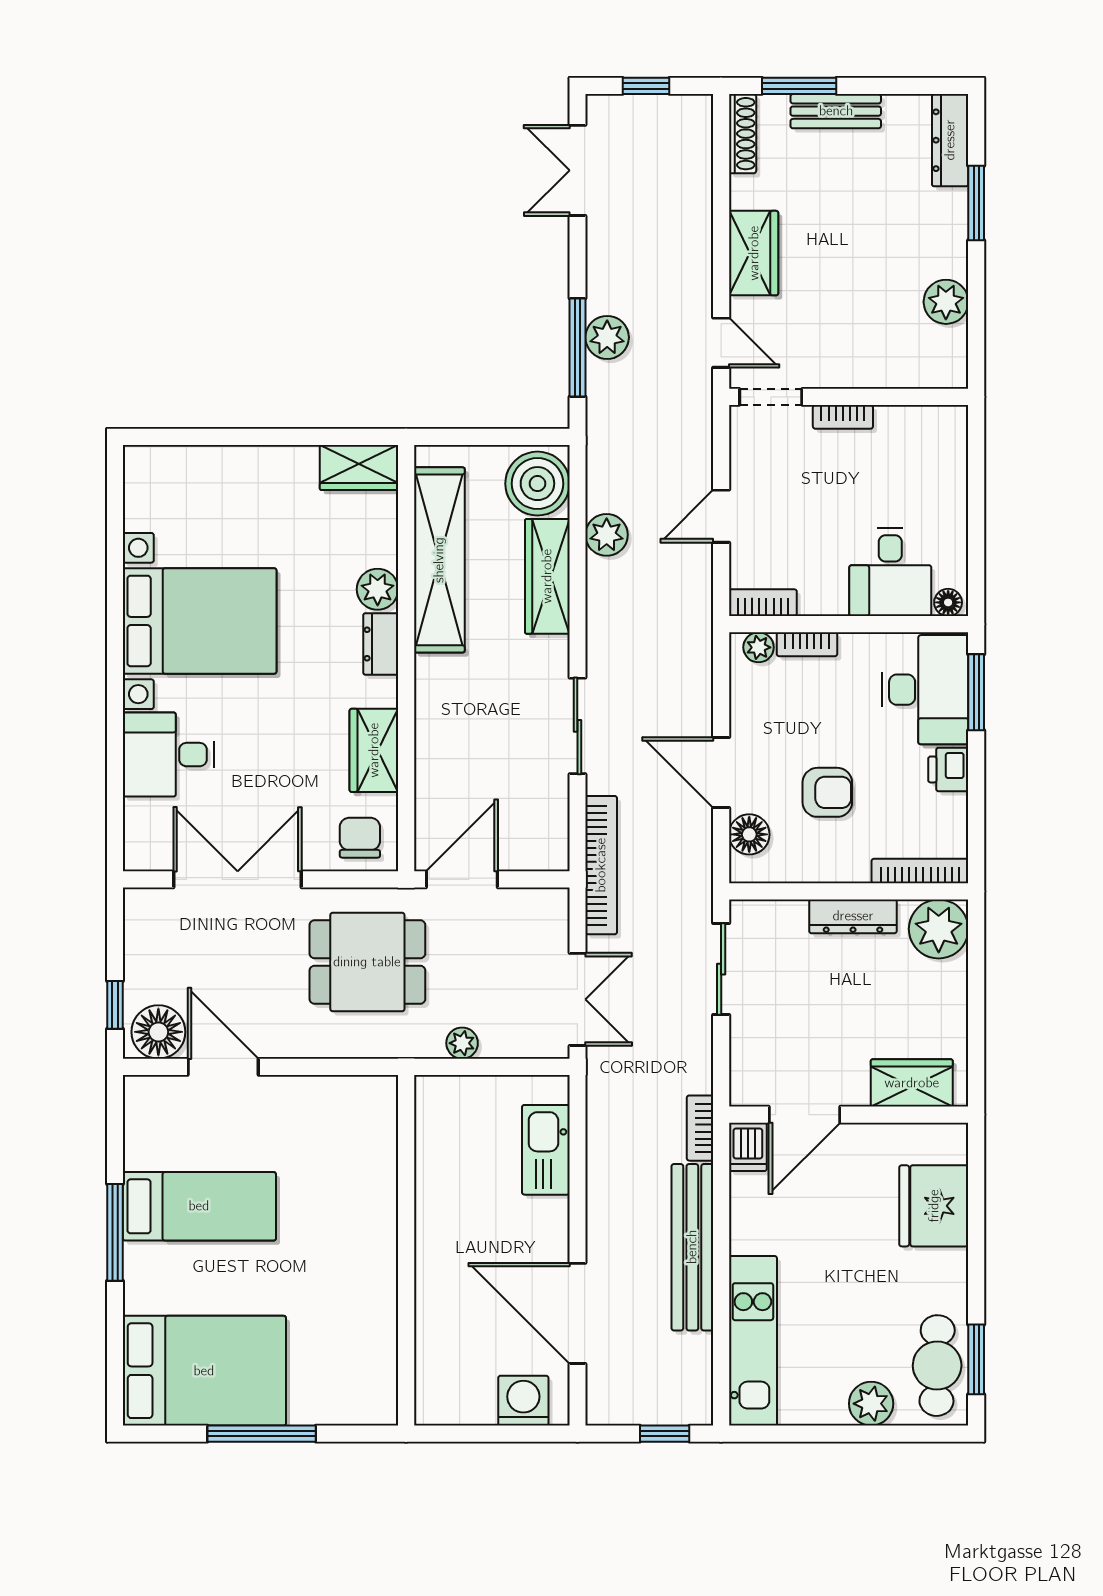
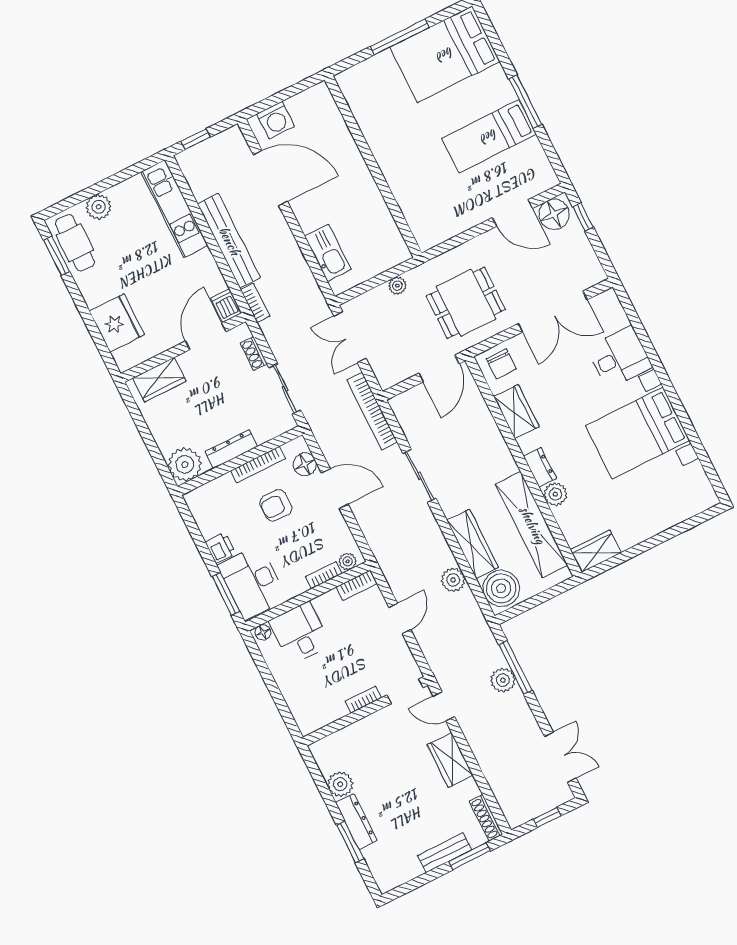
dresser: (950, 140) -> (356, 822), moved
bookcase: (920, 871) -> (258, 465), moved
shoe rack: (742, 1049) -> (254, 354), added

